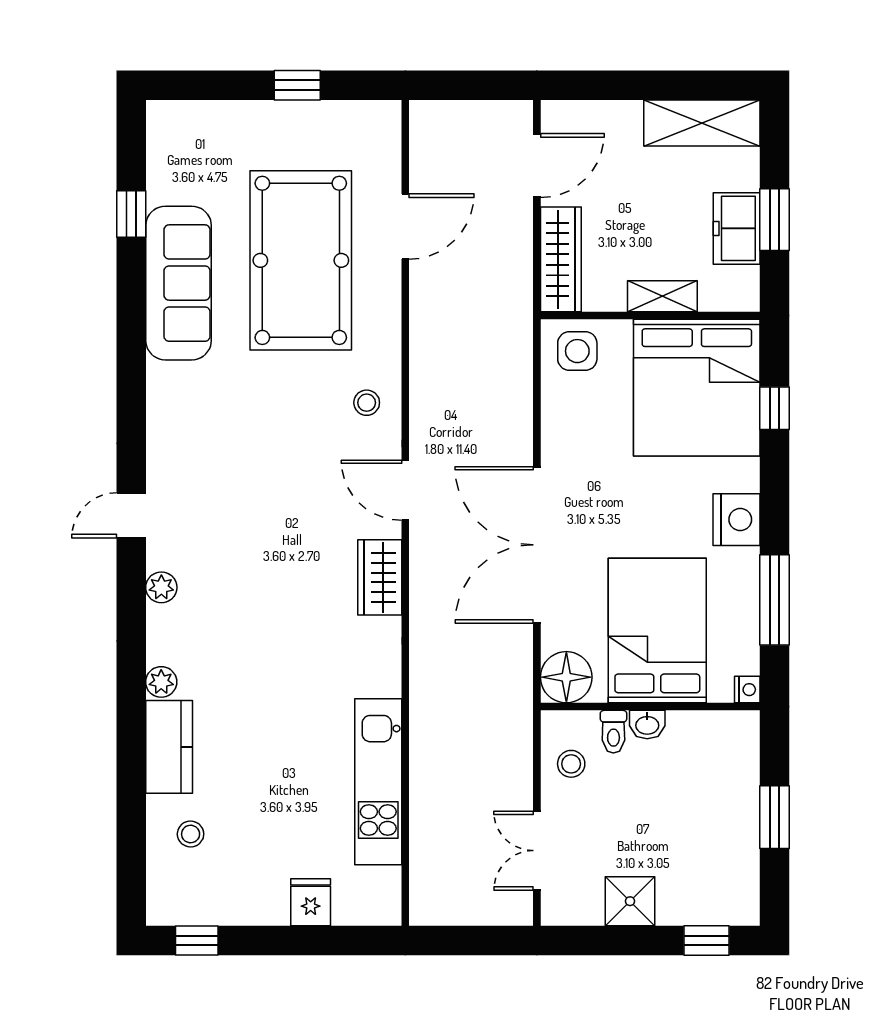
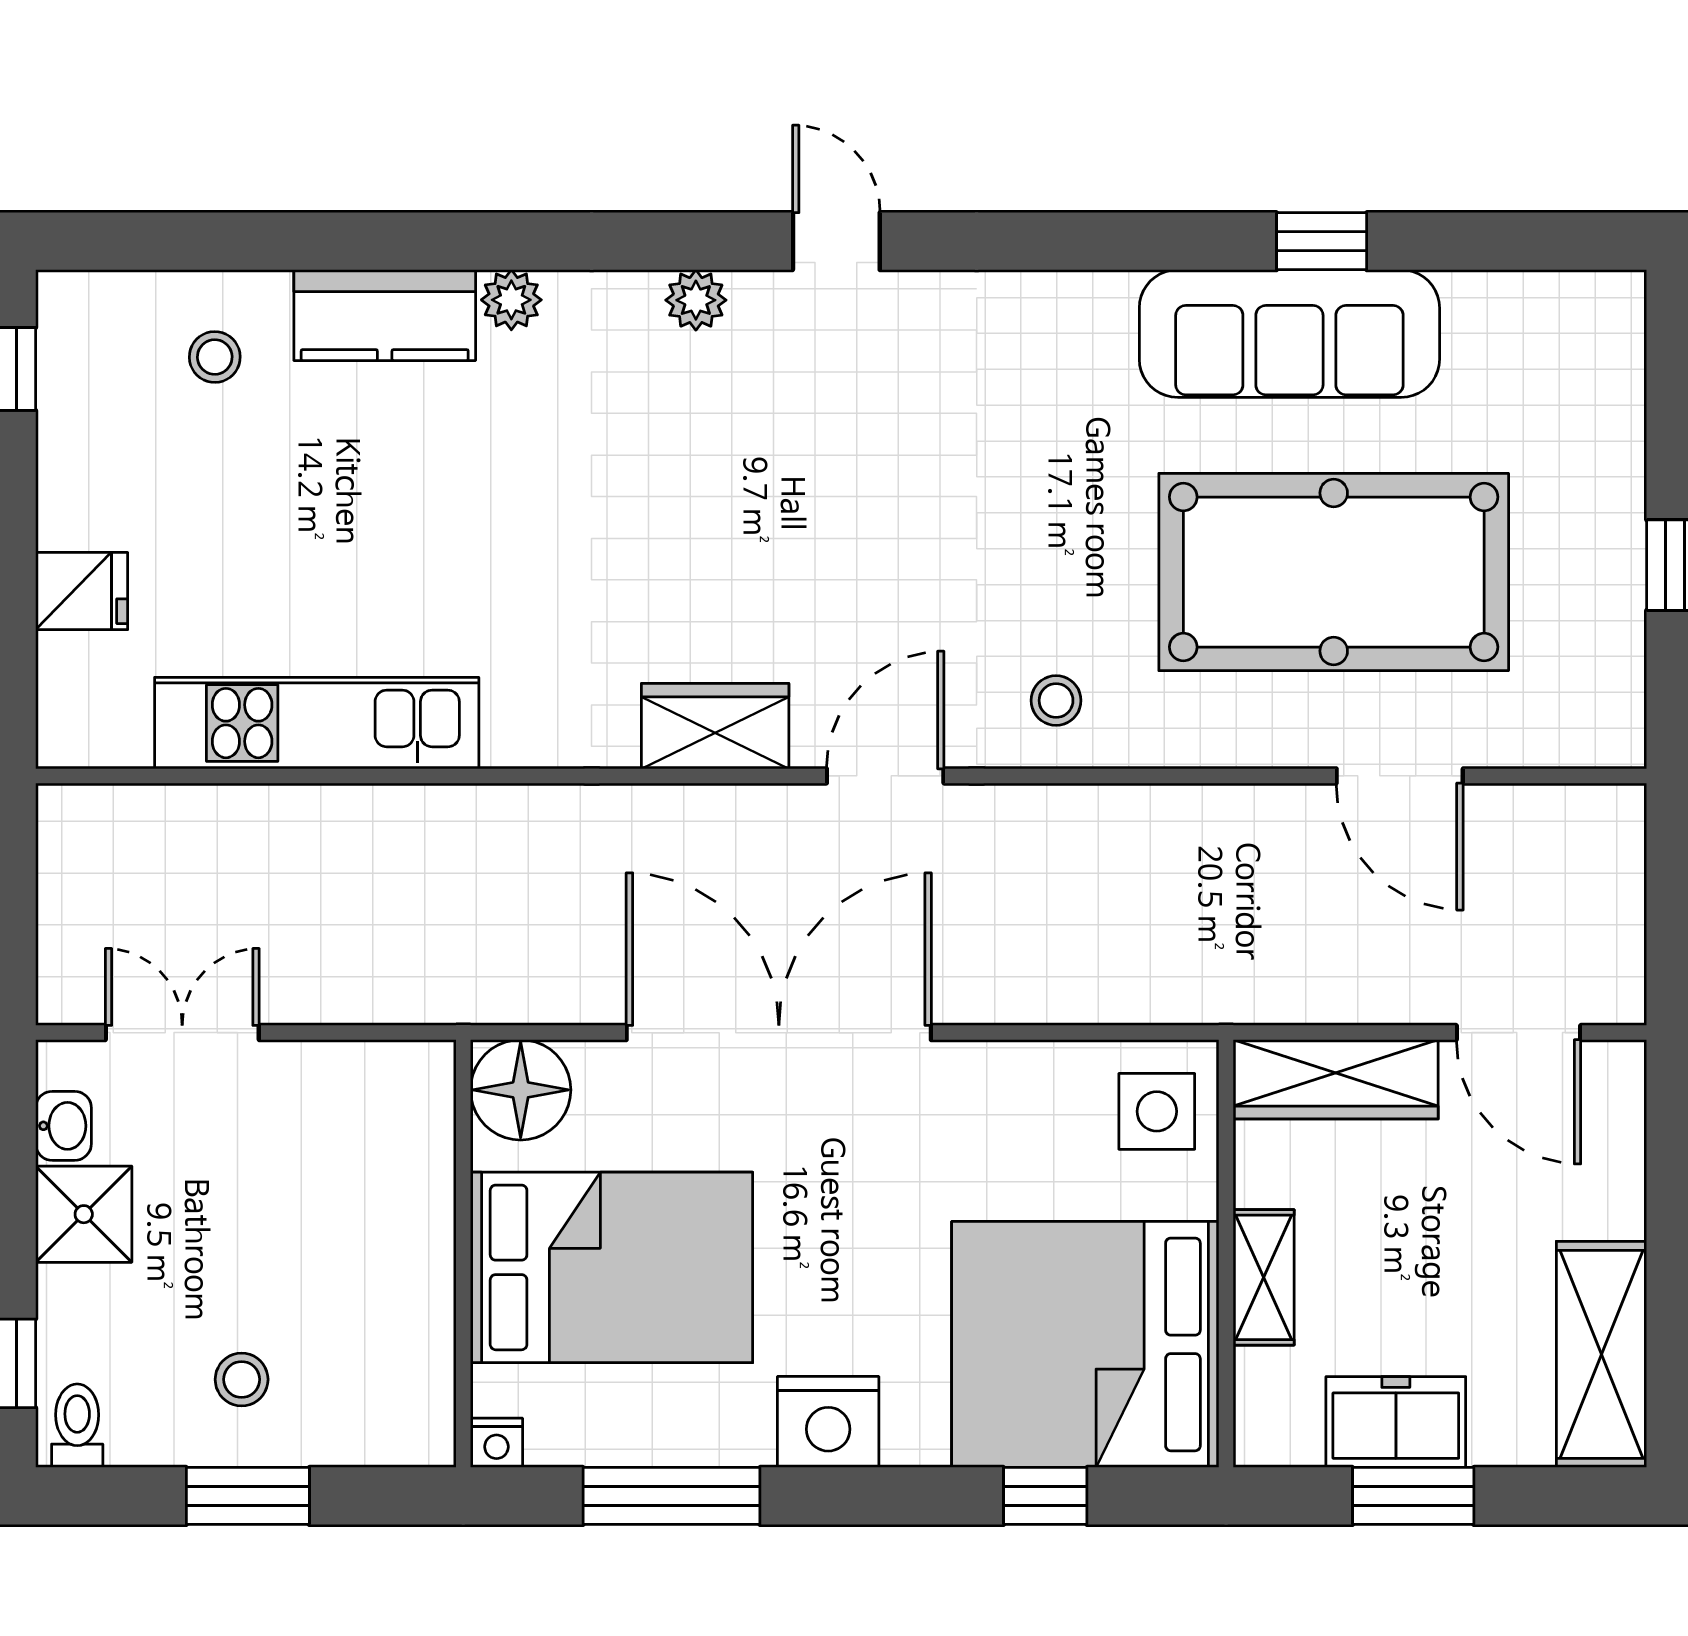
window: (131, 214) -> (1322, 241), moved
washbasin: (647, 725) -> (63, 1126), moved, turned 180
toilet: (613, 732) -> (77, 1426), moved, turned 90
stool: (571, 764) -> (242, 1379), moved

